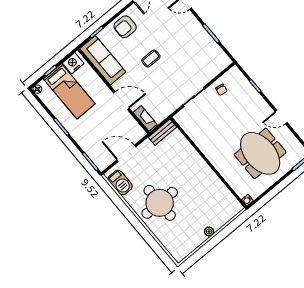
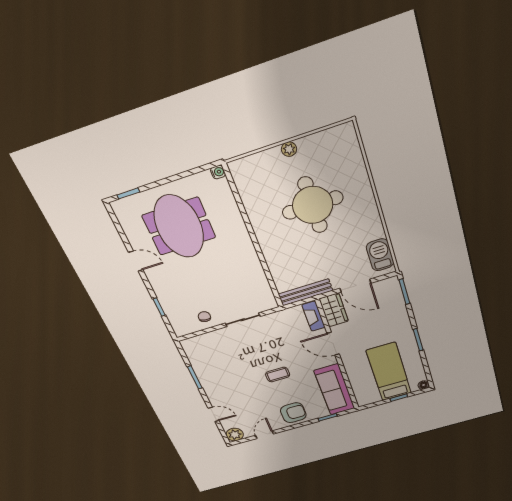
nightstand: (73, 63) -> (370, 397), removed
wardrobe: (133, 129) -> (334, 310), added
bench: (162, 132) -> (305, 292), width x1.36
round table: (160, 203) -> (313, 205), moved

